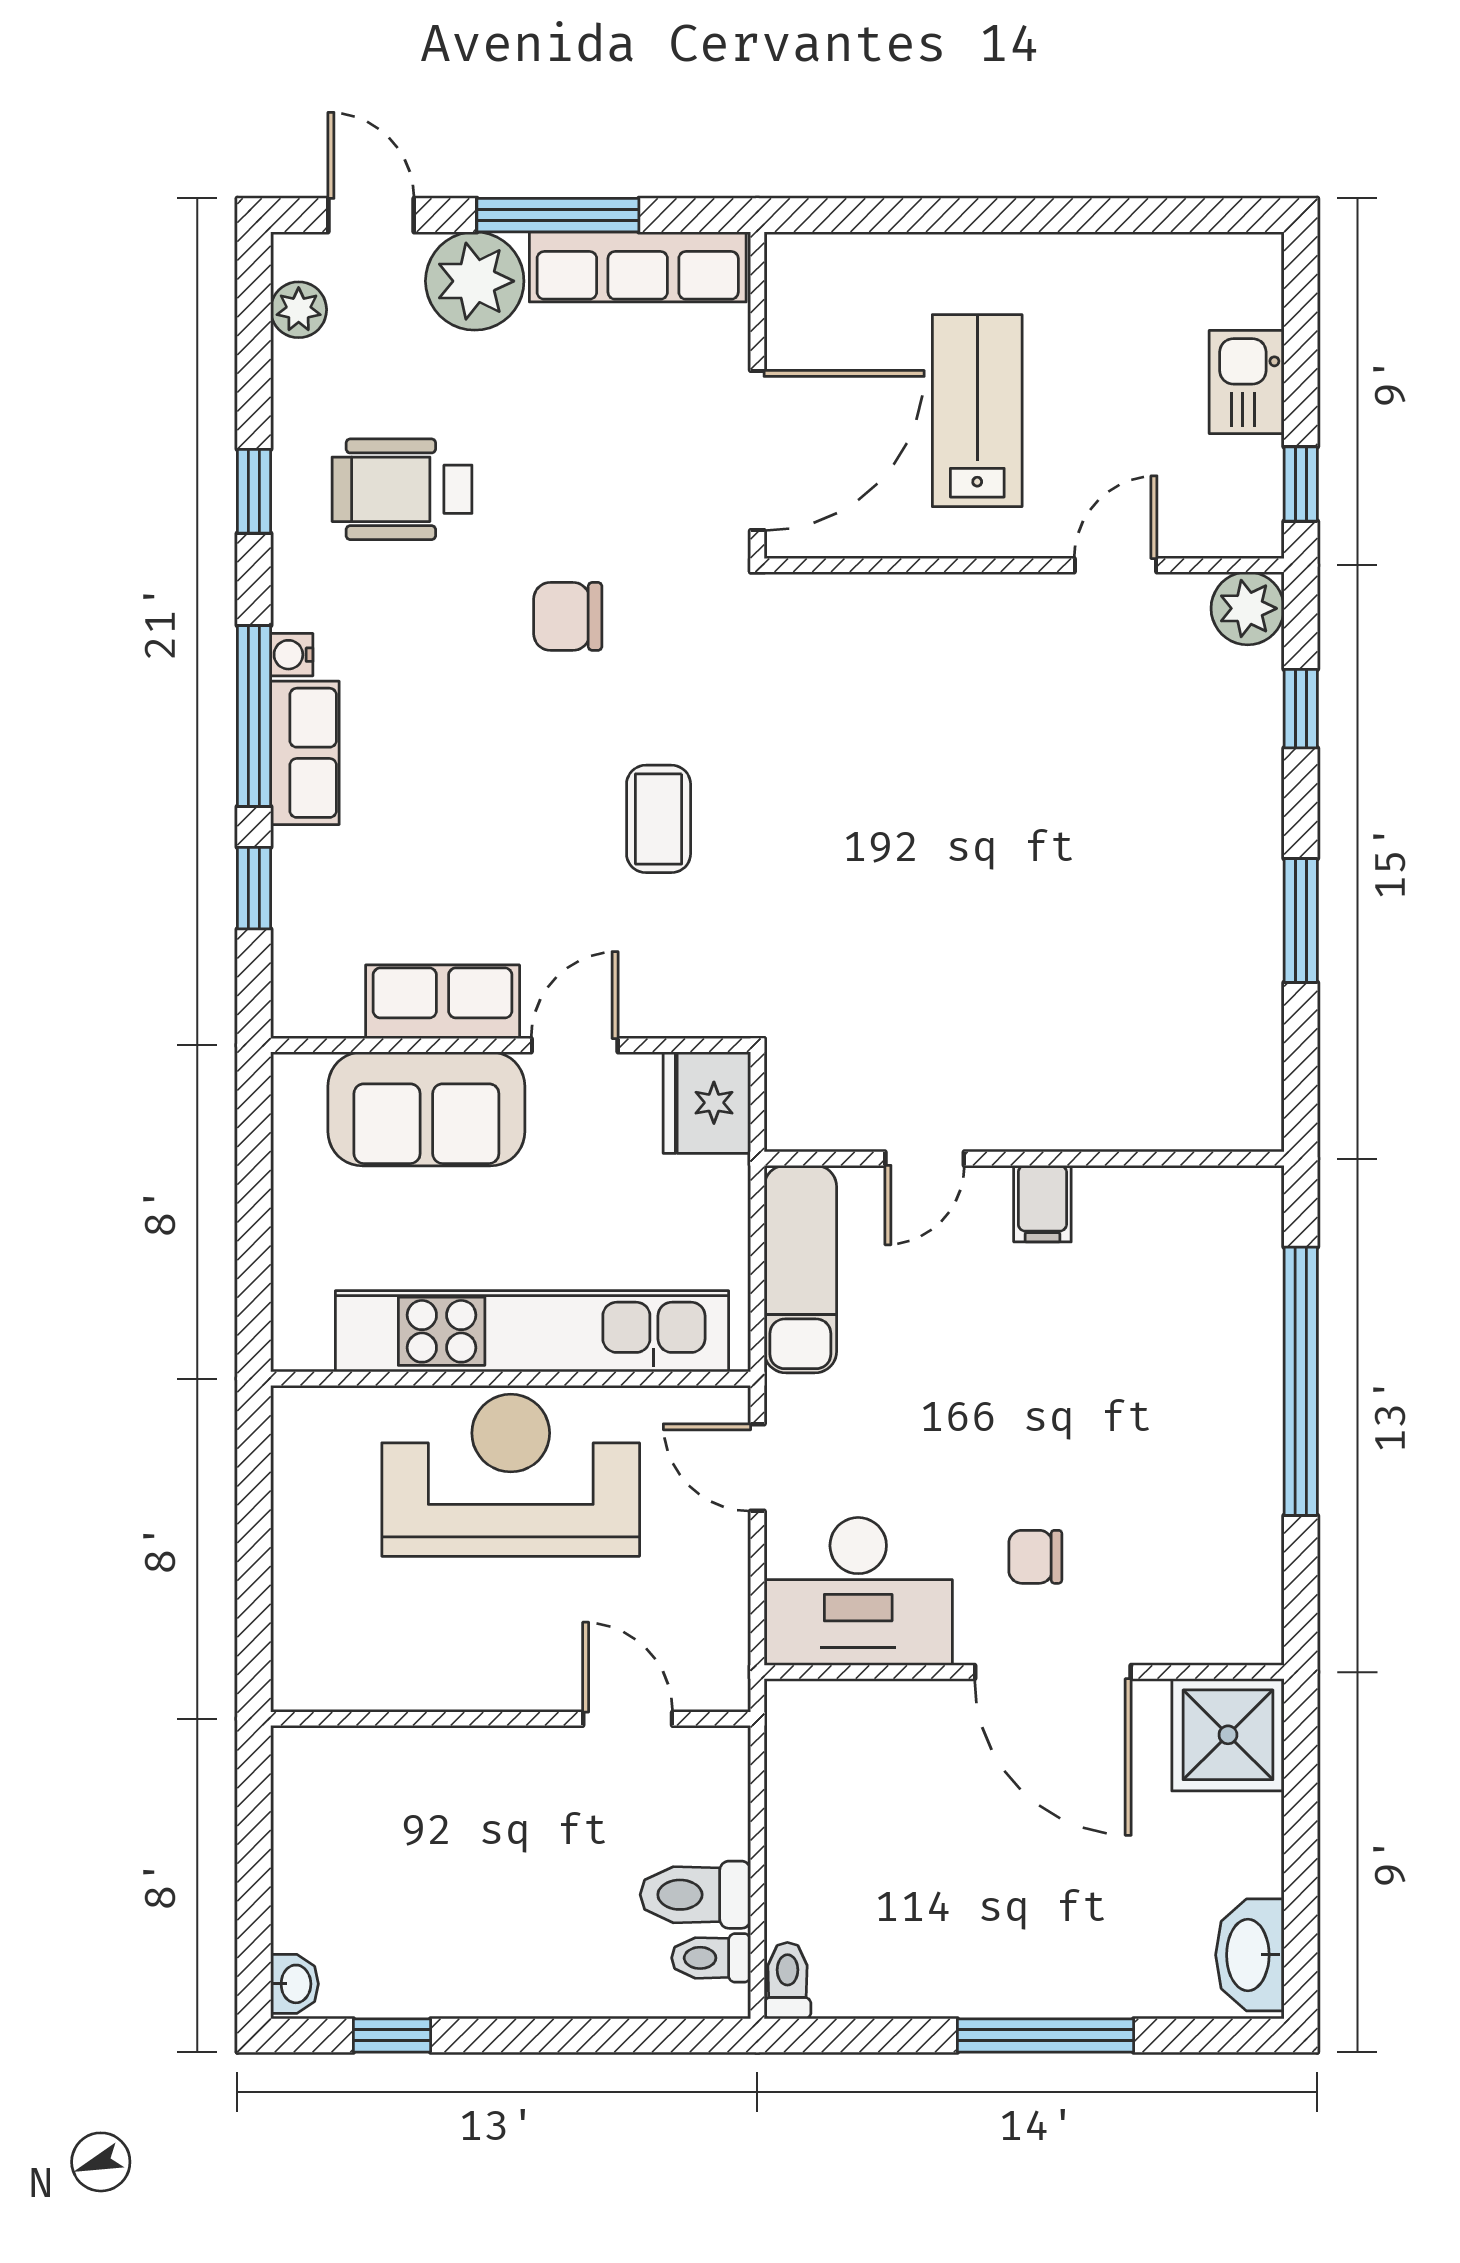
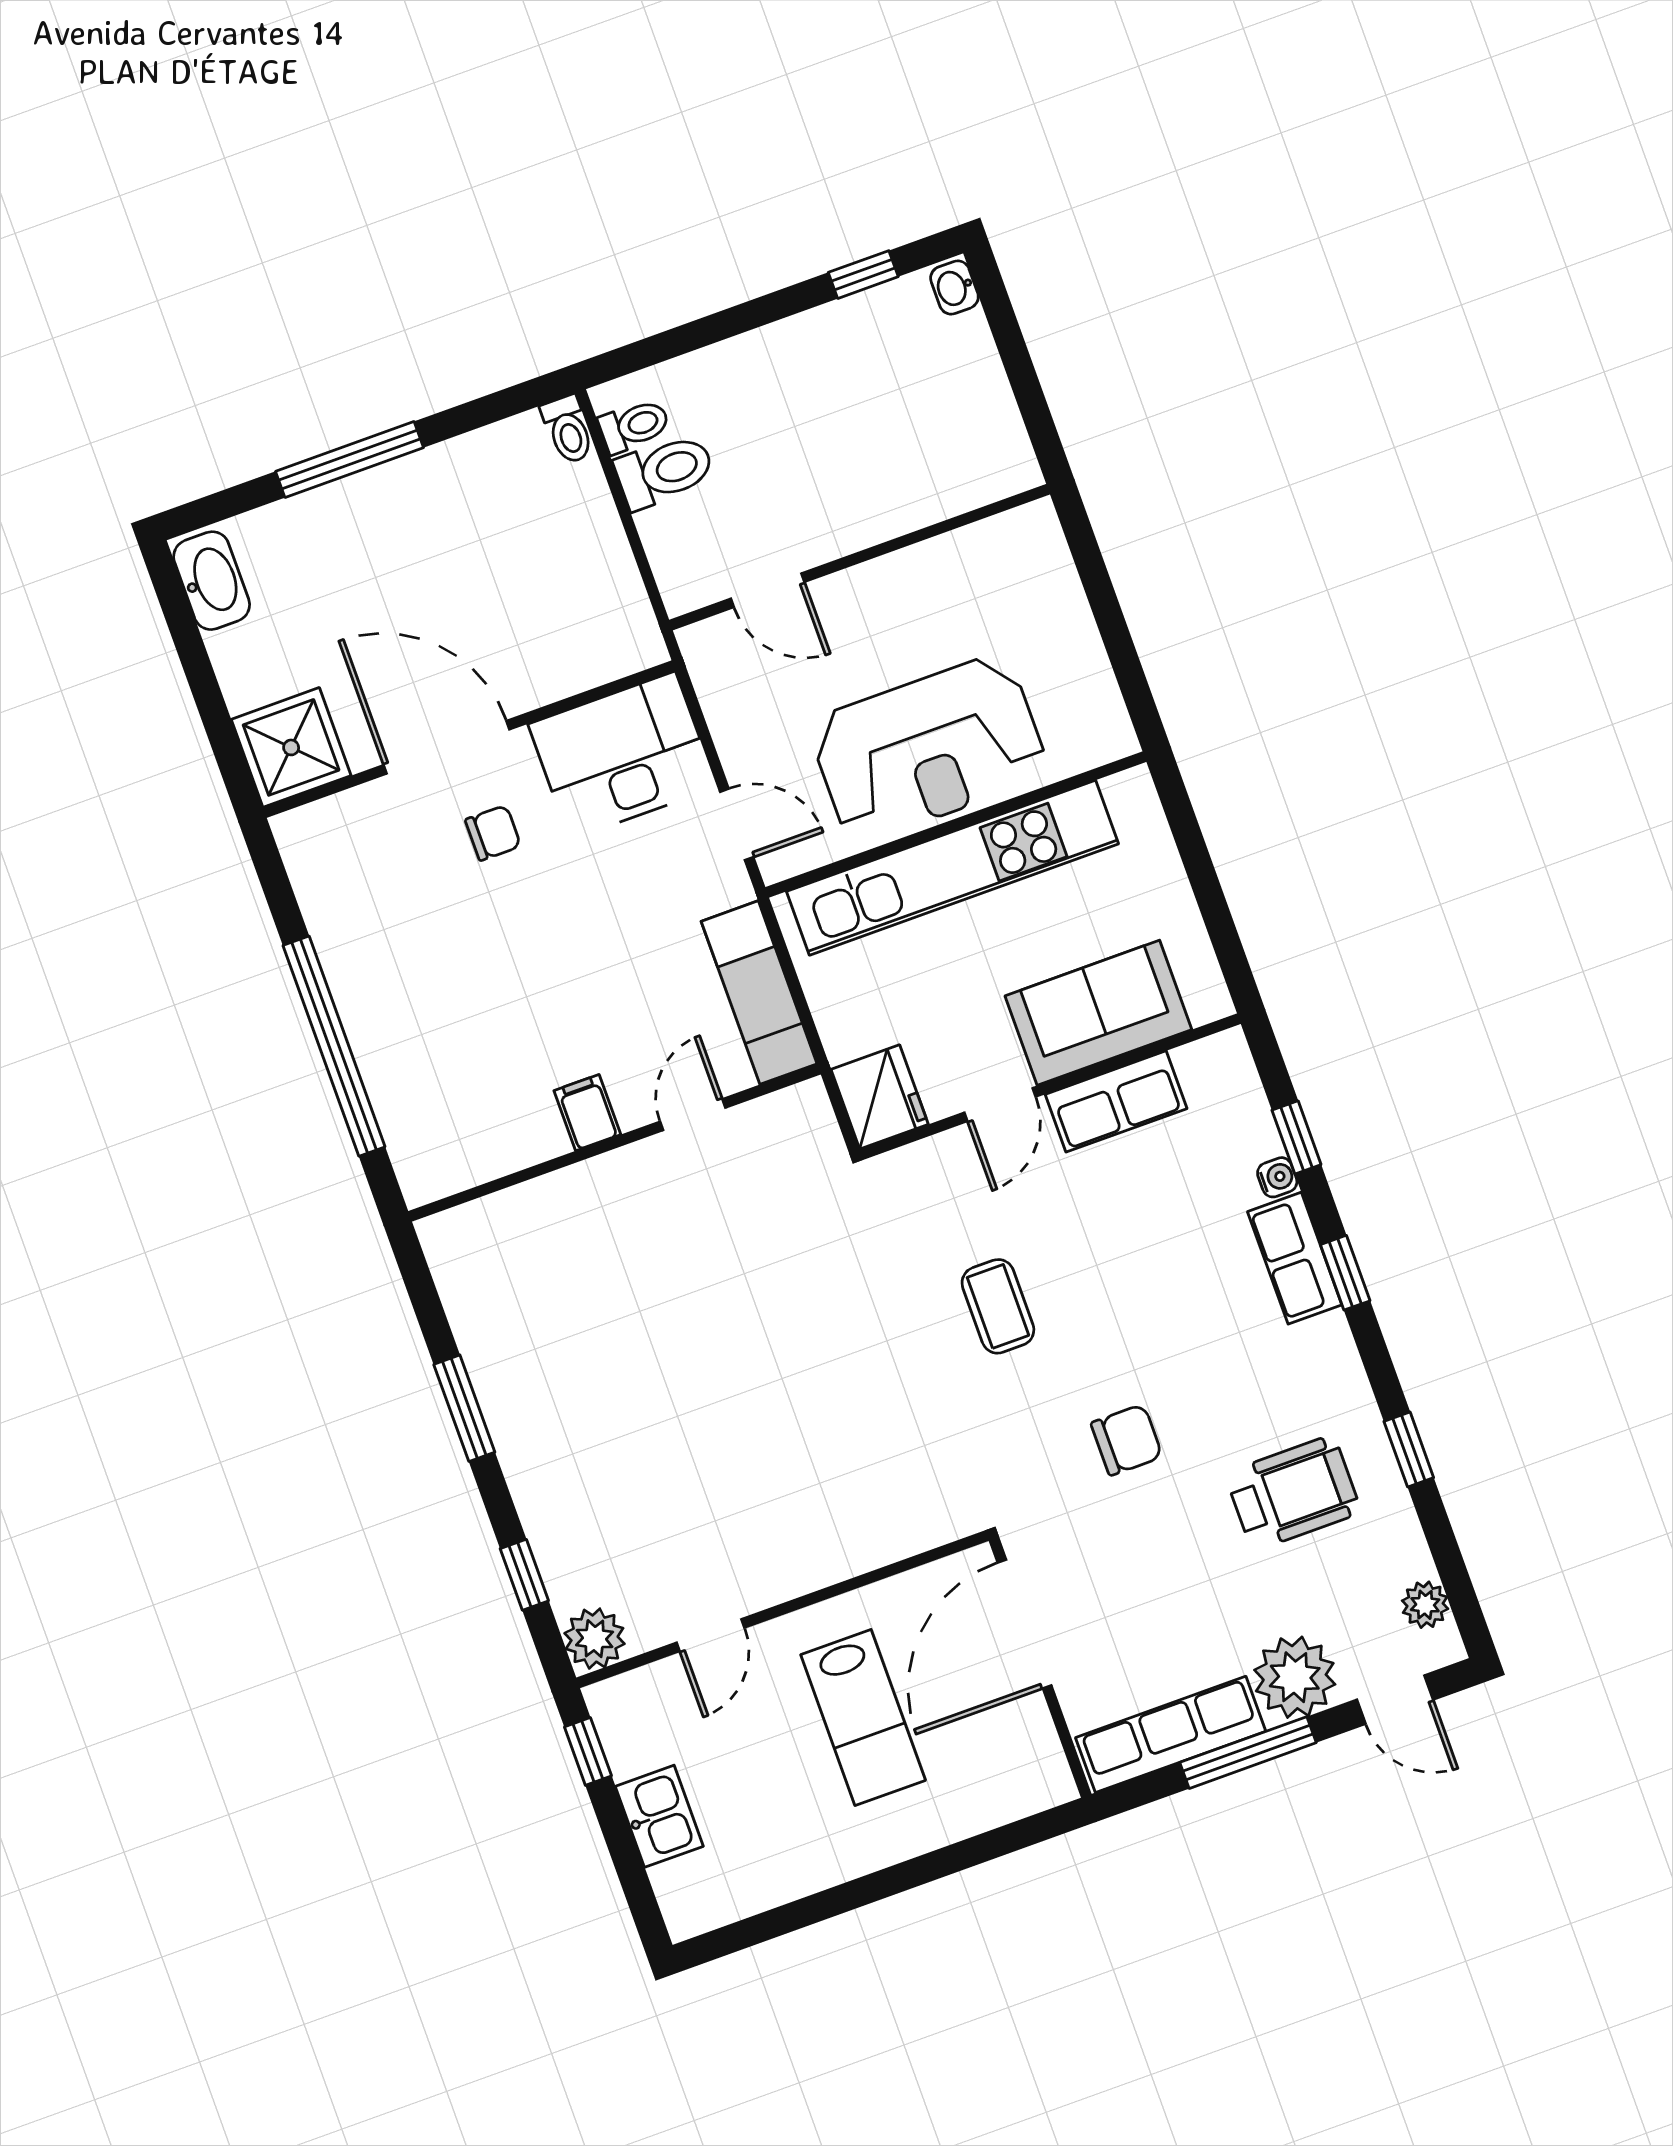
water cooler: (292, 655) -> (1277, 1177), moved
window: (254, 716) -> (1345, 1273), width x0.46

